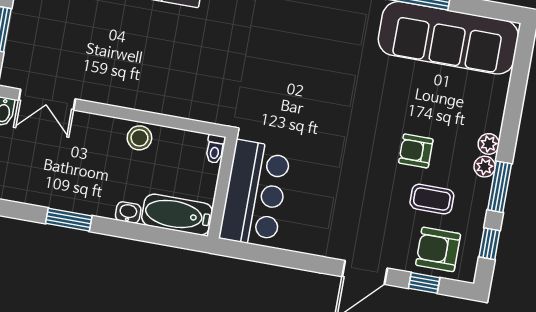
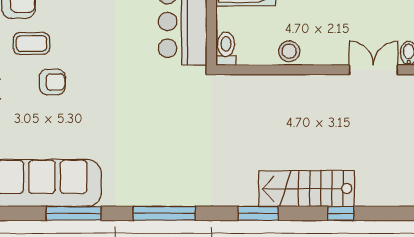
toilet: (215, 149) -> (226, 49), width x1.37, depth x1.39

